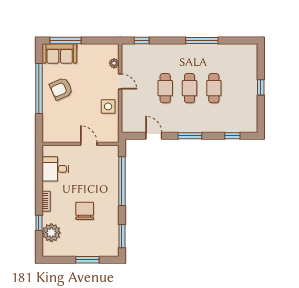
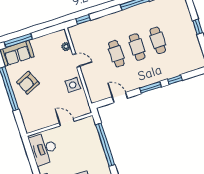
window: (232, 136) -> (175, 80), moved
desk: (55, 169) -> (44, 149), width x1.37

